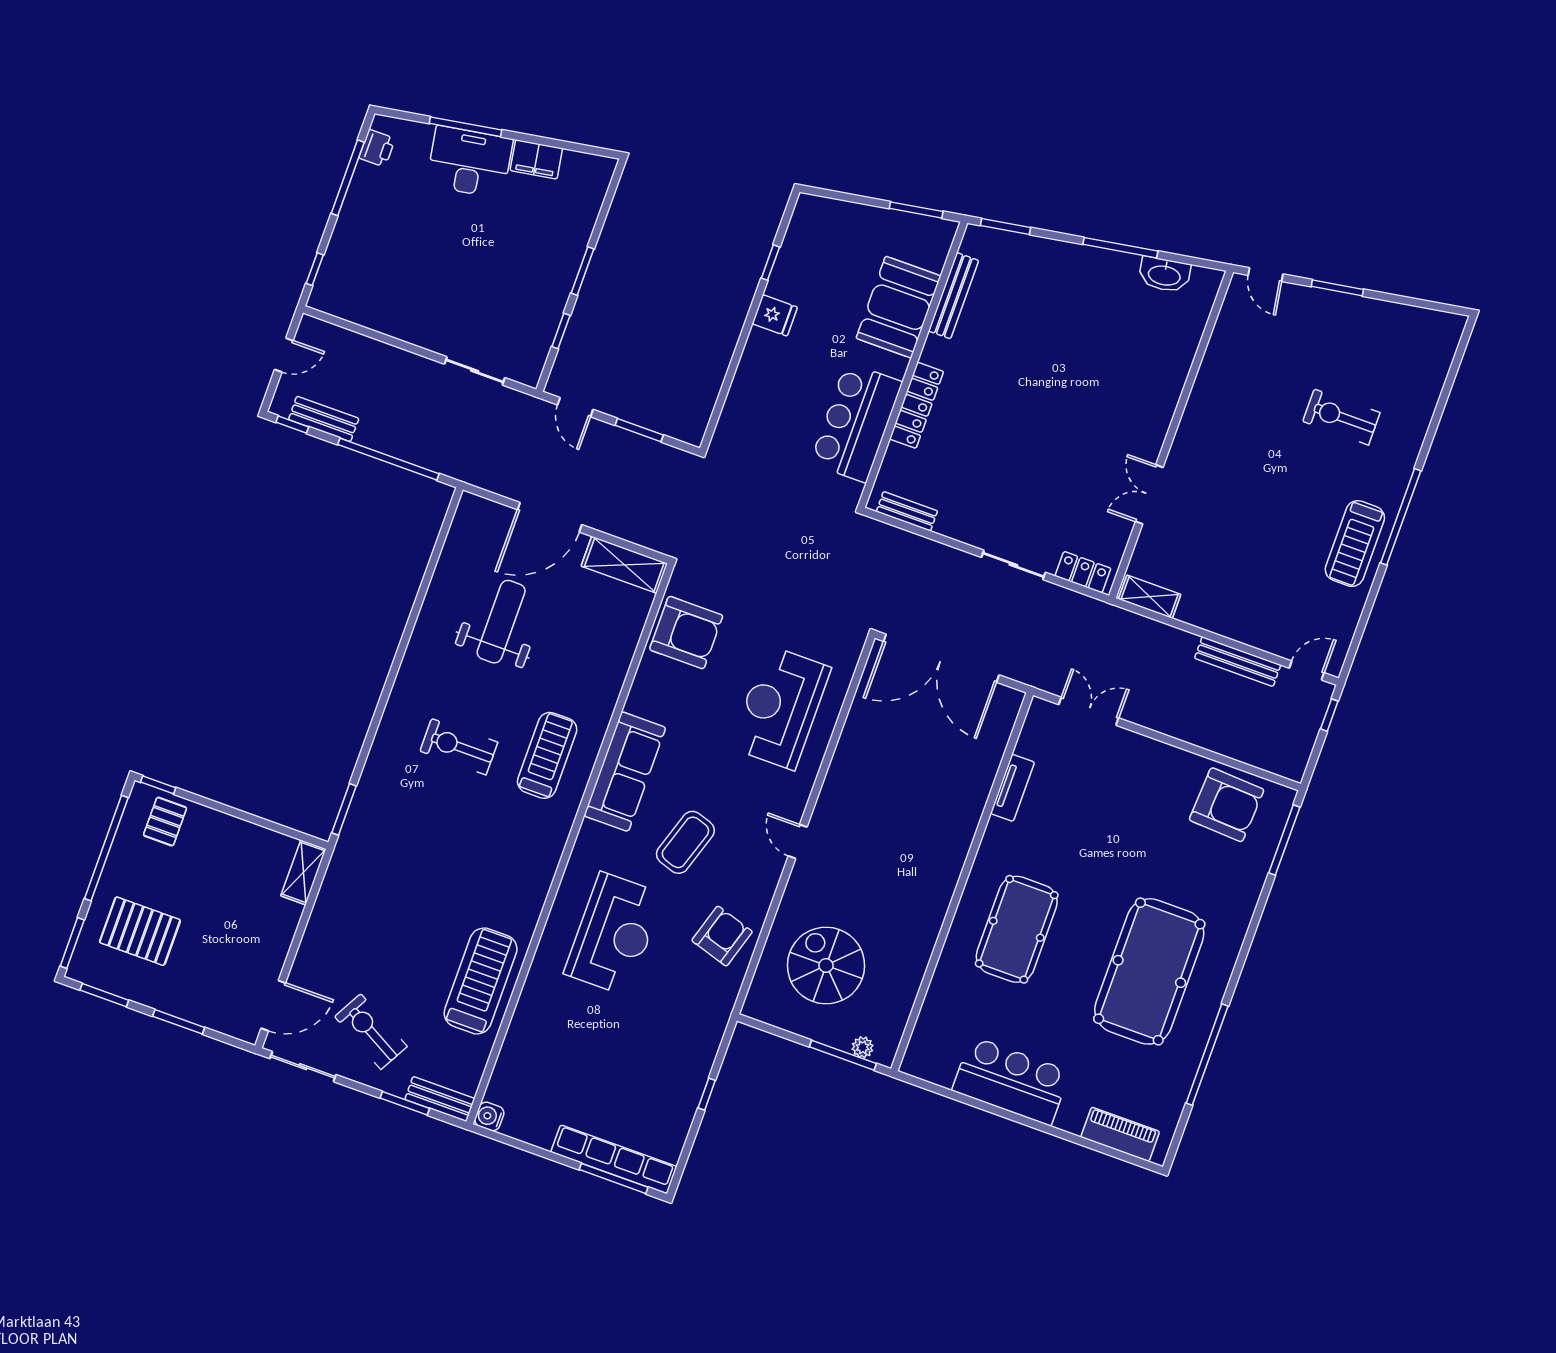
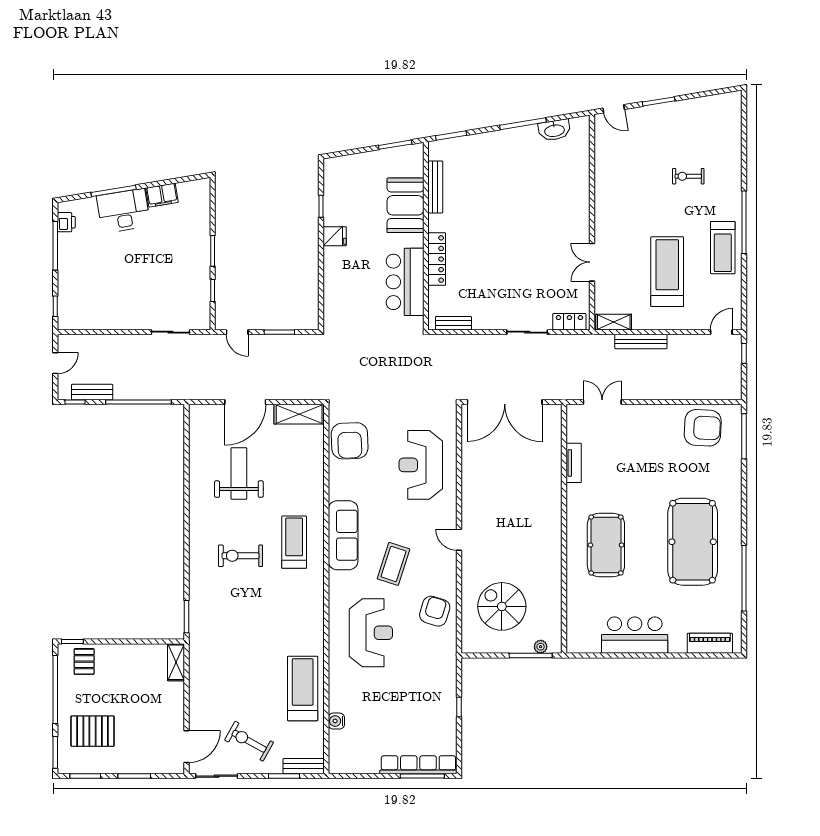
exercise bike: (1341, 417) -> (688, 176), width x0.73, depth x0.72
treadmill: (1258, 550) -> (667, 272), added
armchair: (686, 633) -> (350, 441), turned 88
bench: (1238, 662) -> (641, 341), moved
water cooler: (489, 1116) -> (336, 721), moved

